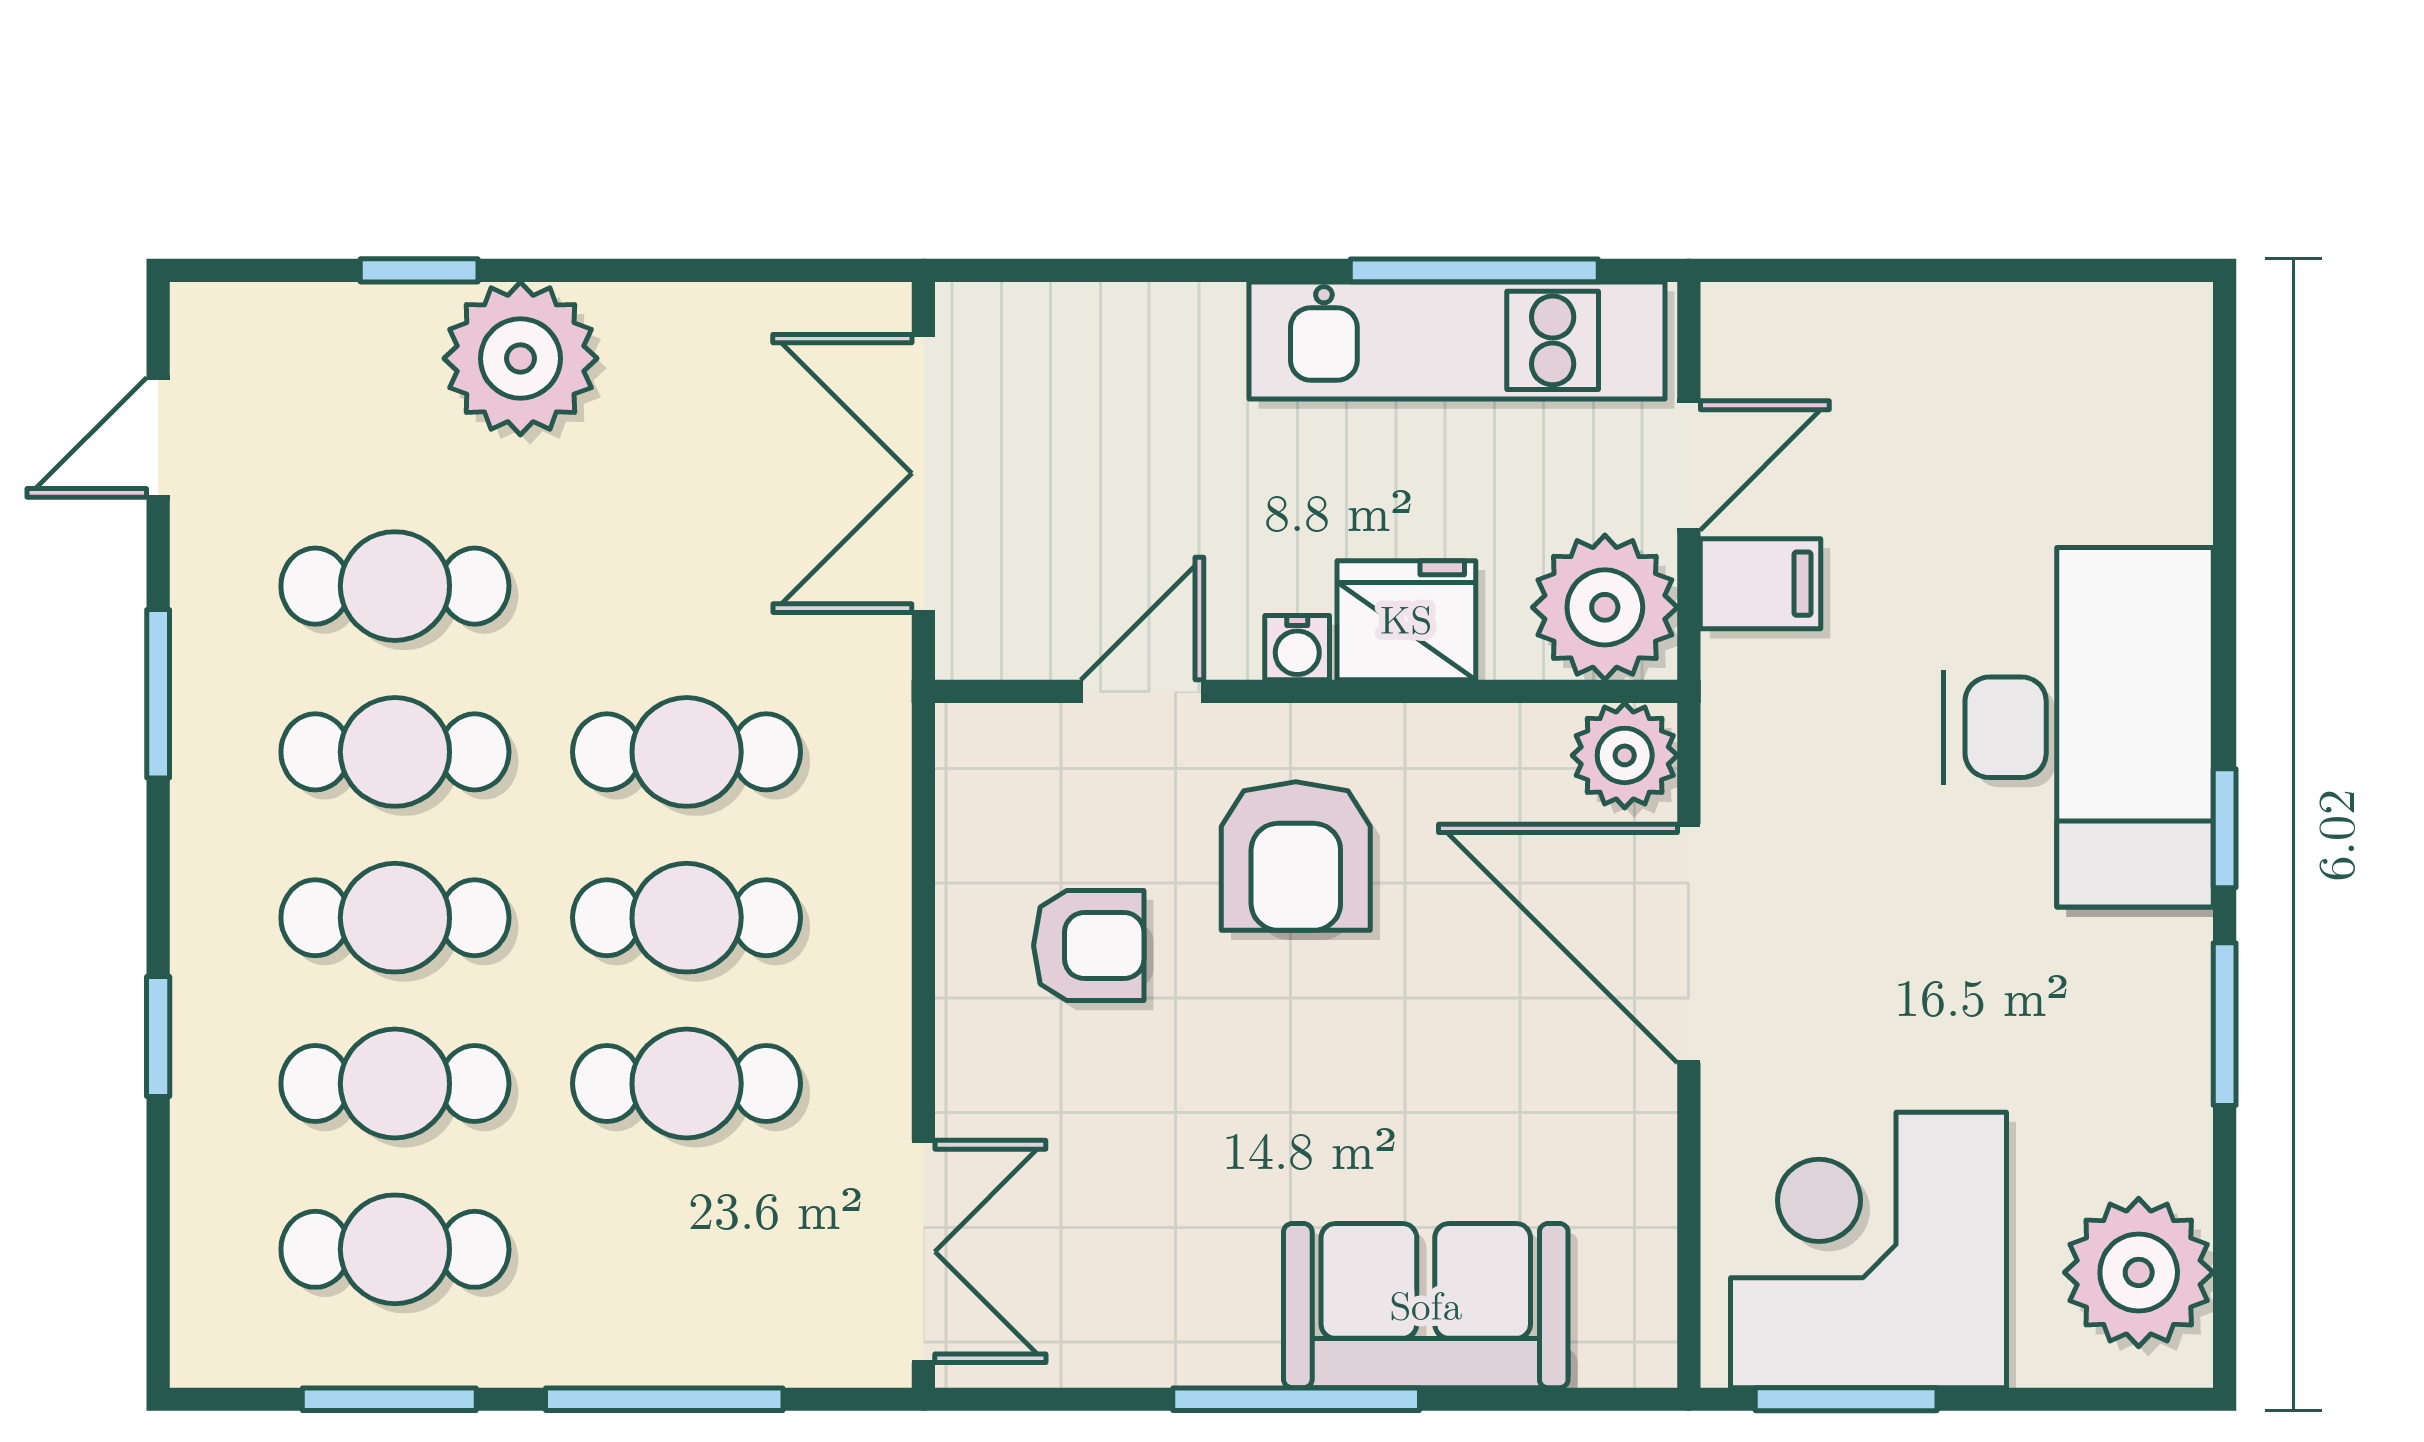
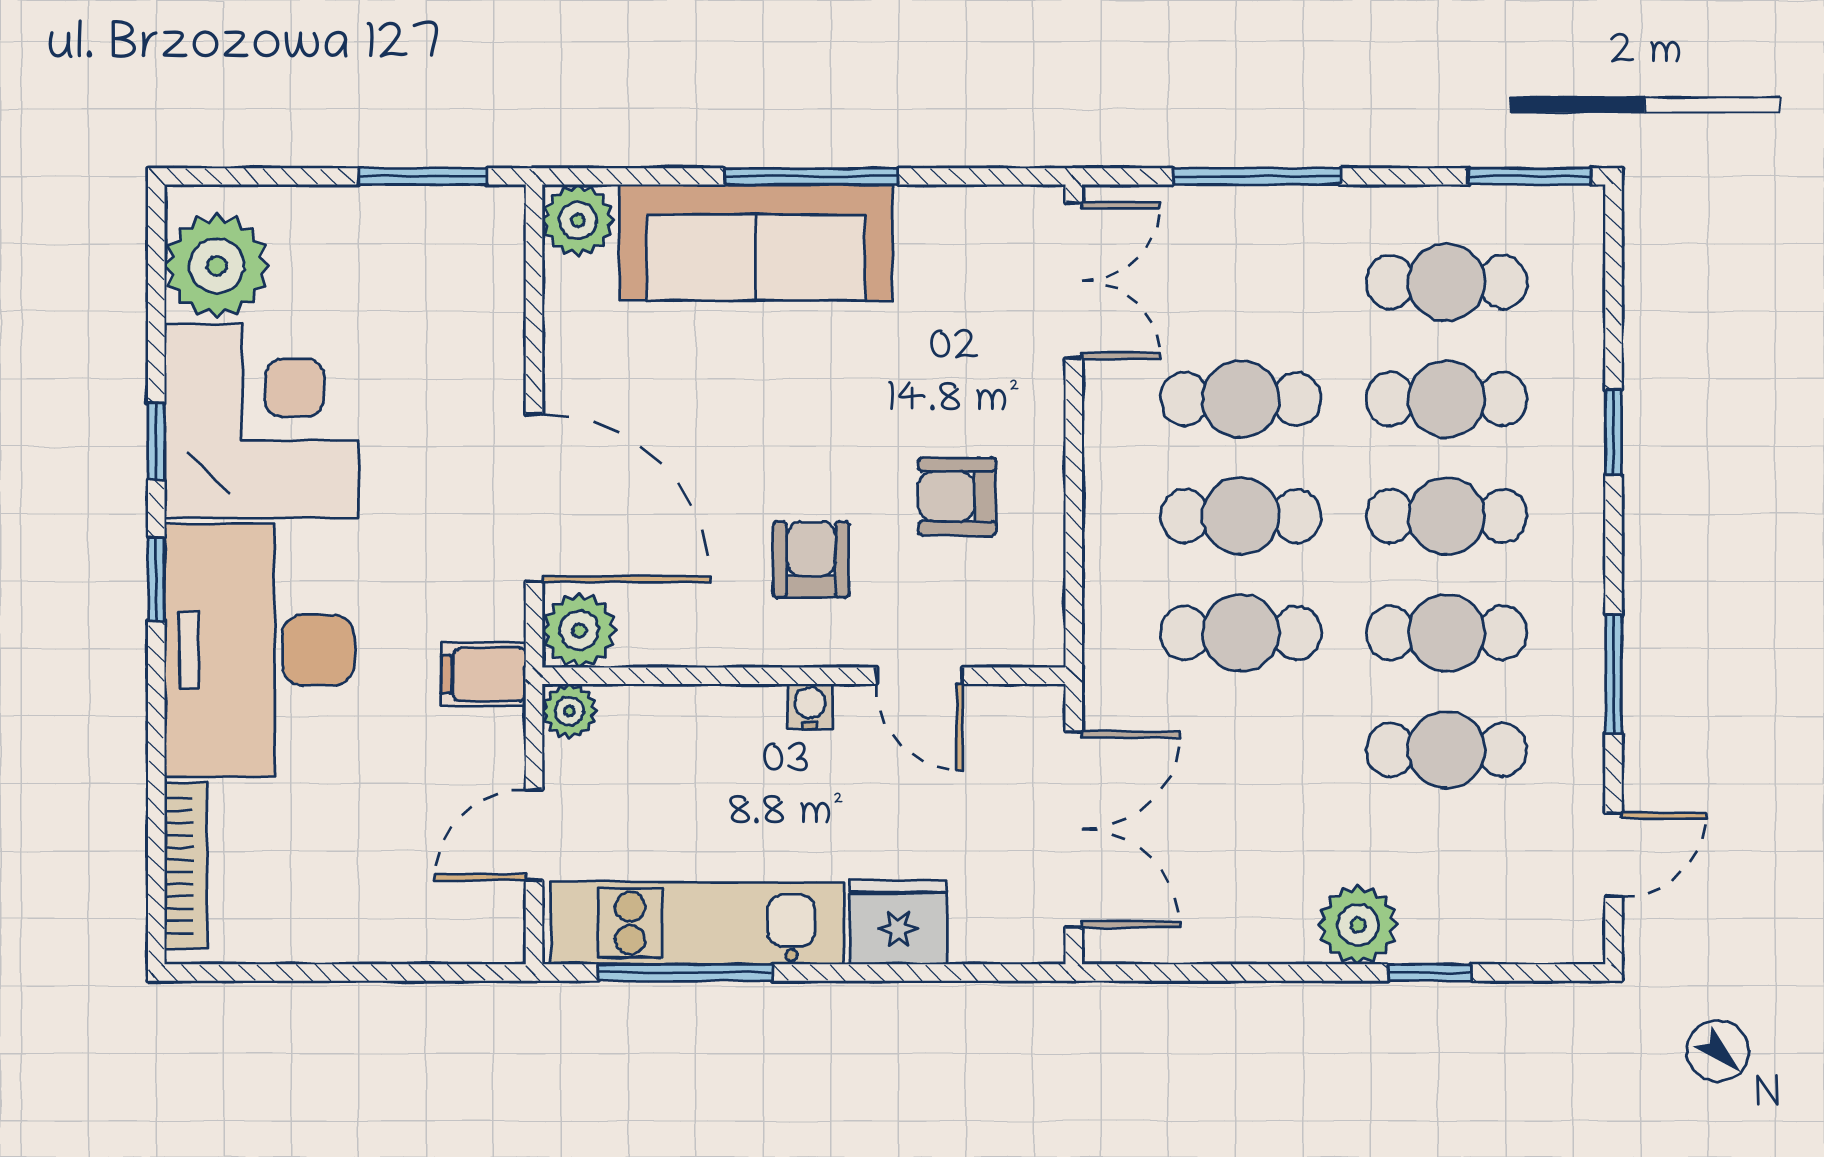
plant: (520, 358) -> (1358, 925), width x0.73, depth x0.73
bookcase: (2183, 422) -> (186, 866), added
filing cabinet: (1760, 584) -> (484, 674), moved
plant: (1605, 607) -> (569, 711), width x0.53, depth x0.53
fridge: (1406, 620) -> (898, 922), moved, turned 180
door: (1142, 691) -> (919, 676), hinge flipped
armchair: (1296, 856) -> (811, 560), width x0.72, depth x0.72
window: (2225, 1024) -> (156, 441), width x0.67
corner desk: (1869, 1250) -> (261, 421), moved, turned -90
double door: (923, 1252) -> (1074, 281), swing flipped
sofa: (1426, 1306) -> (756, 242), width x1.36
plant: (1626, 1337) -> (578, 220), added
window: (389, 1399) -> (1529, 176), moved

